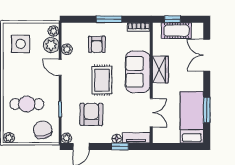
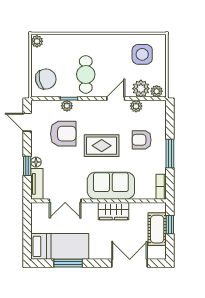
cafe table: (27, 104) -> (86, 74), moved
plant: (66, 138) -> (67, 106), moved

